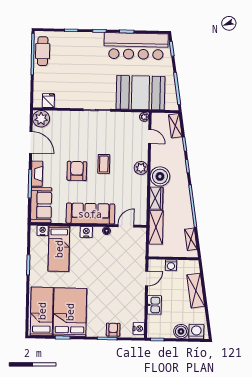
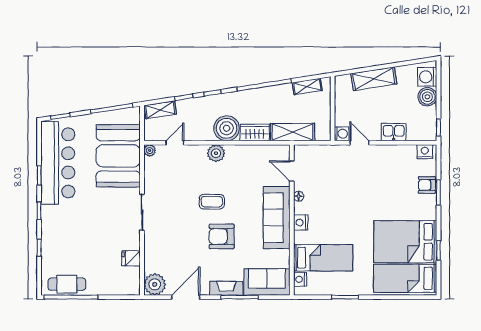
fridge: (48, 101) -> (131, 258), moved
washing machine: (171, 265) -> (342, 134), moved

